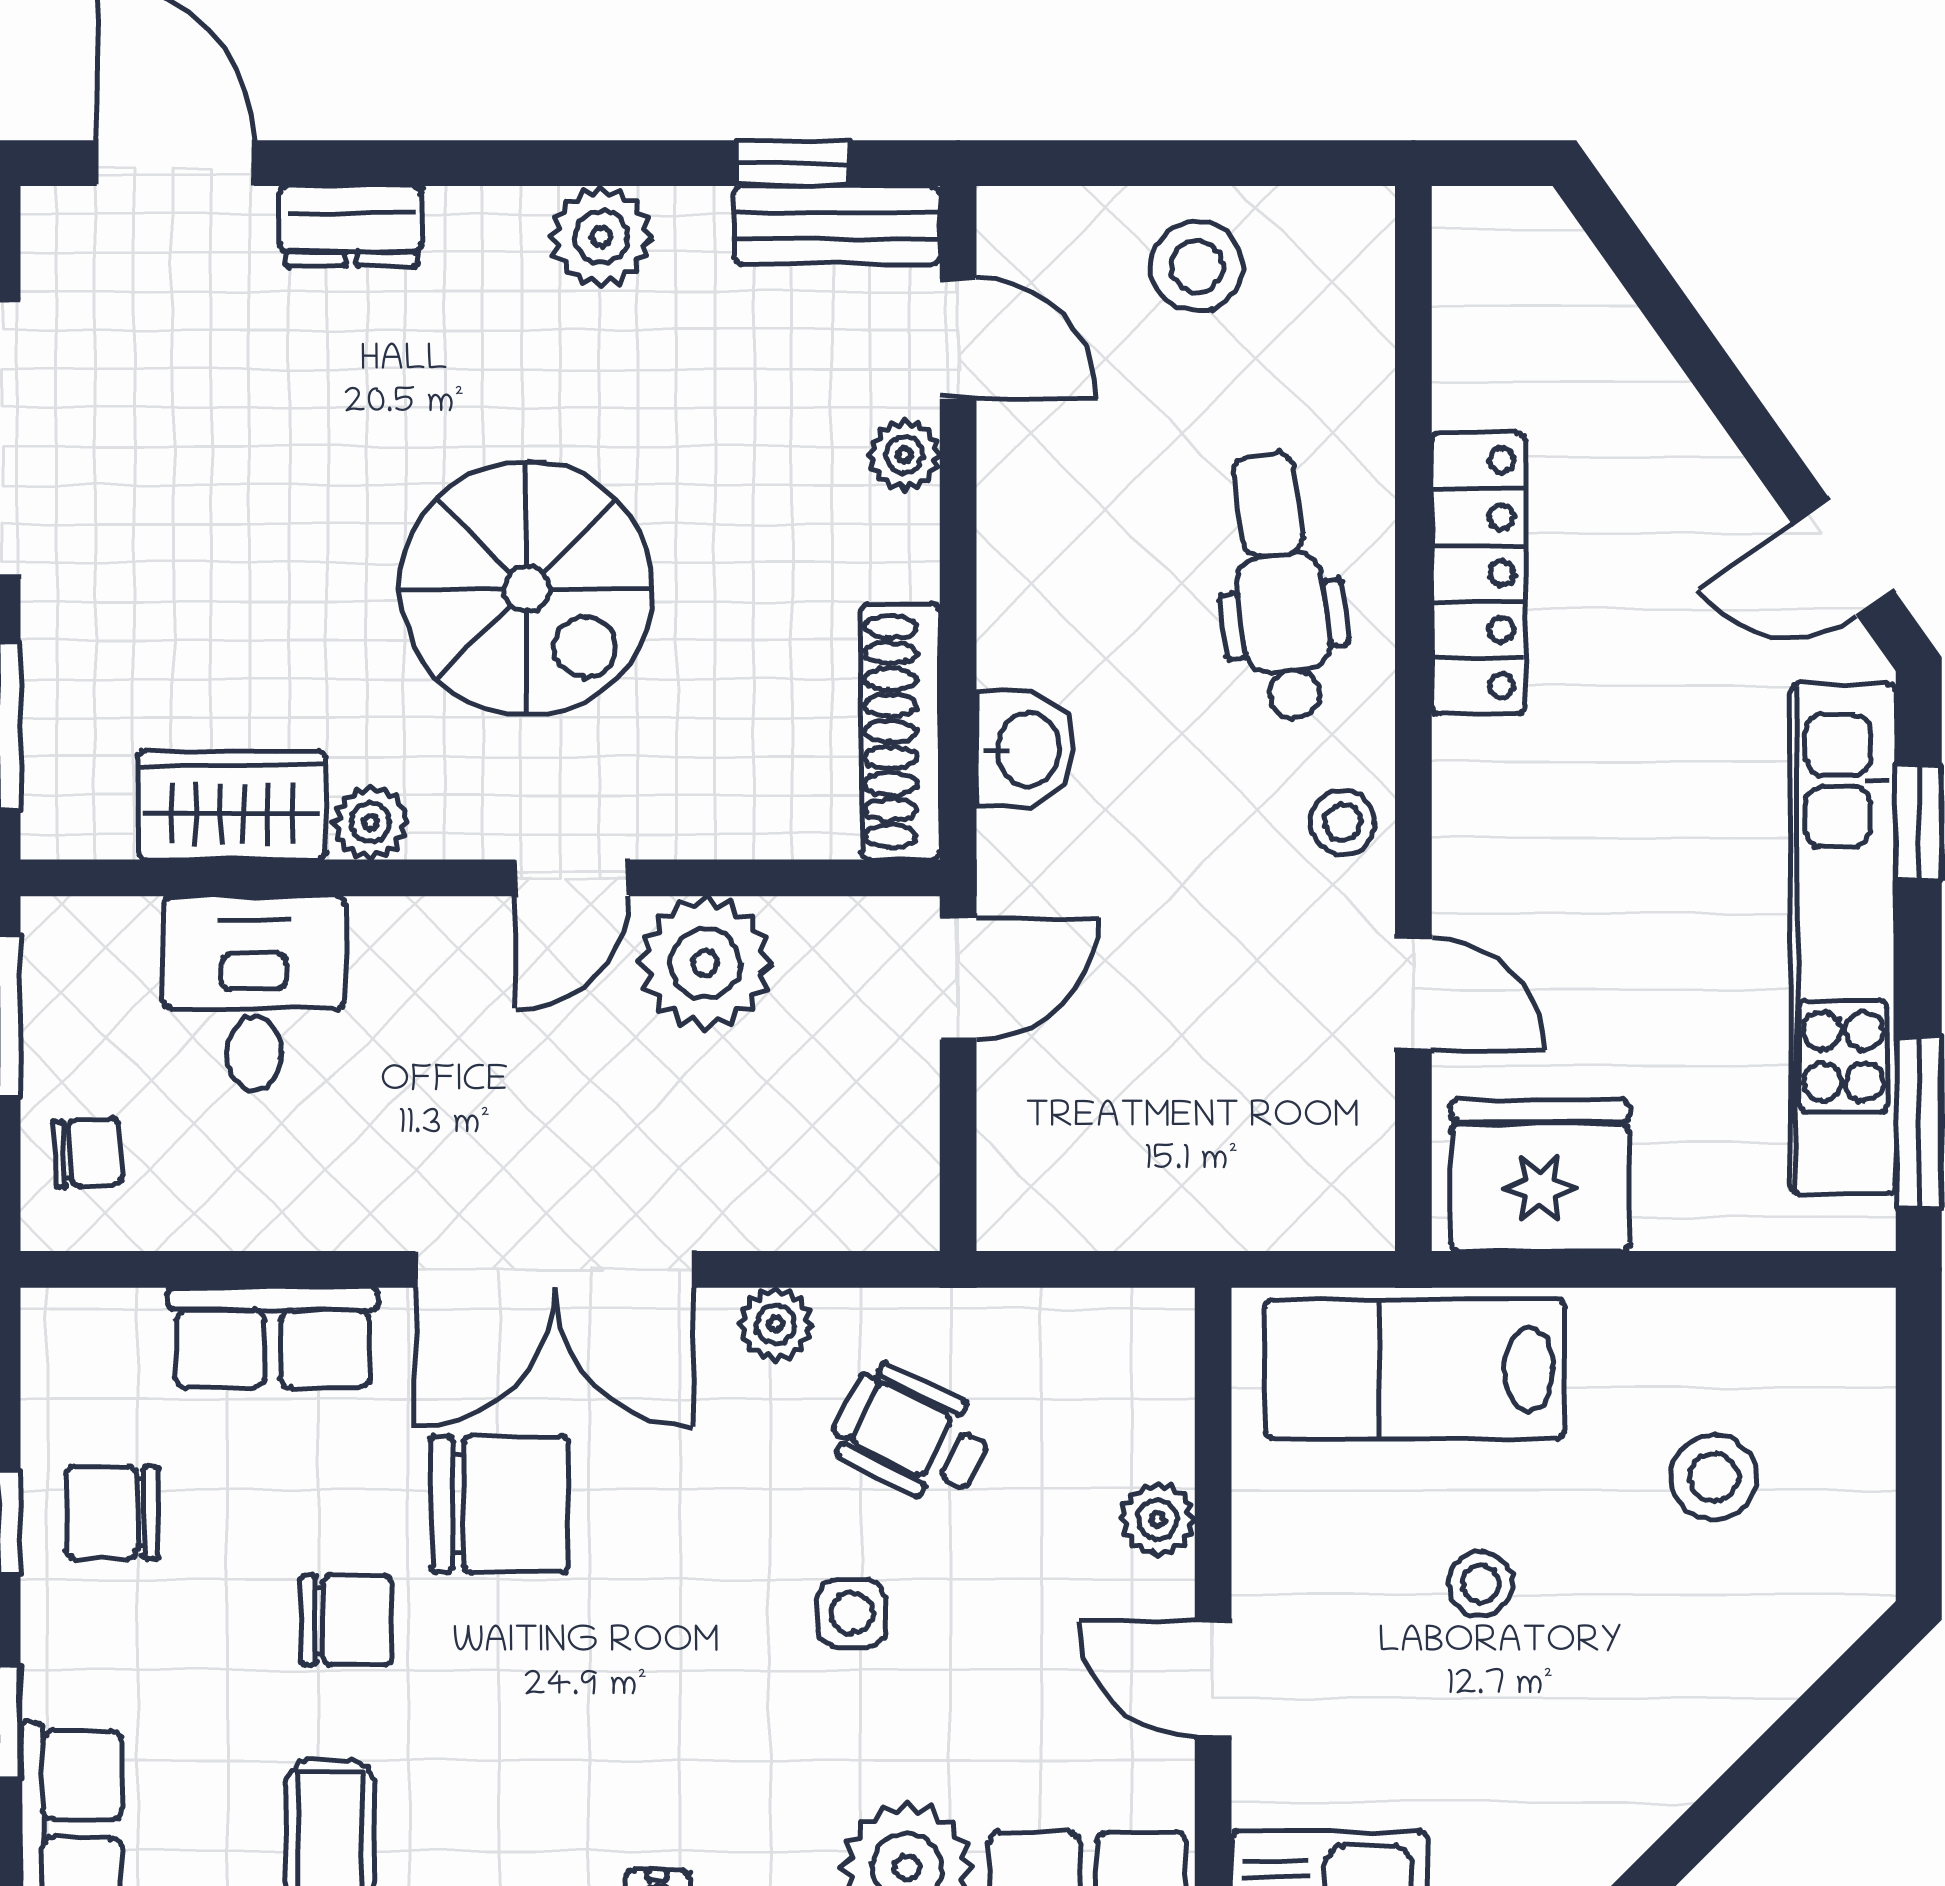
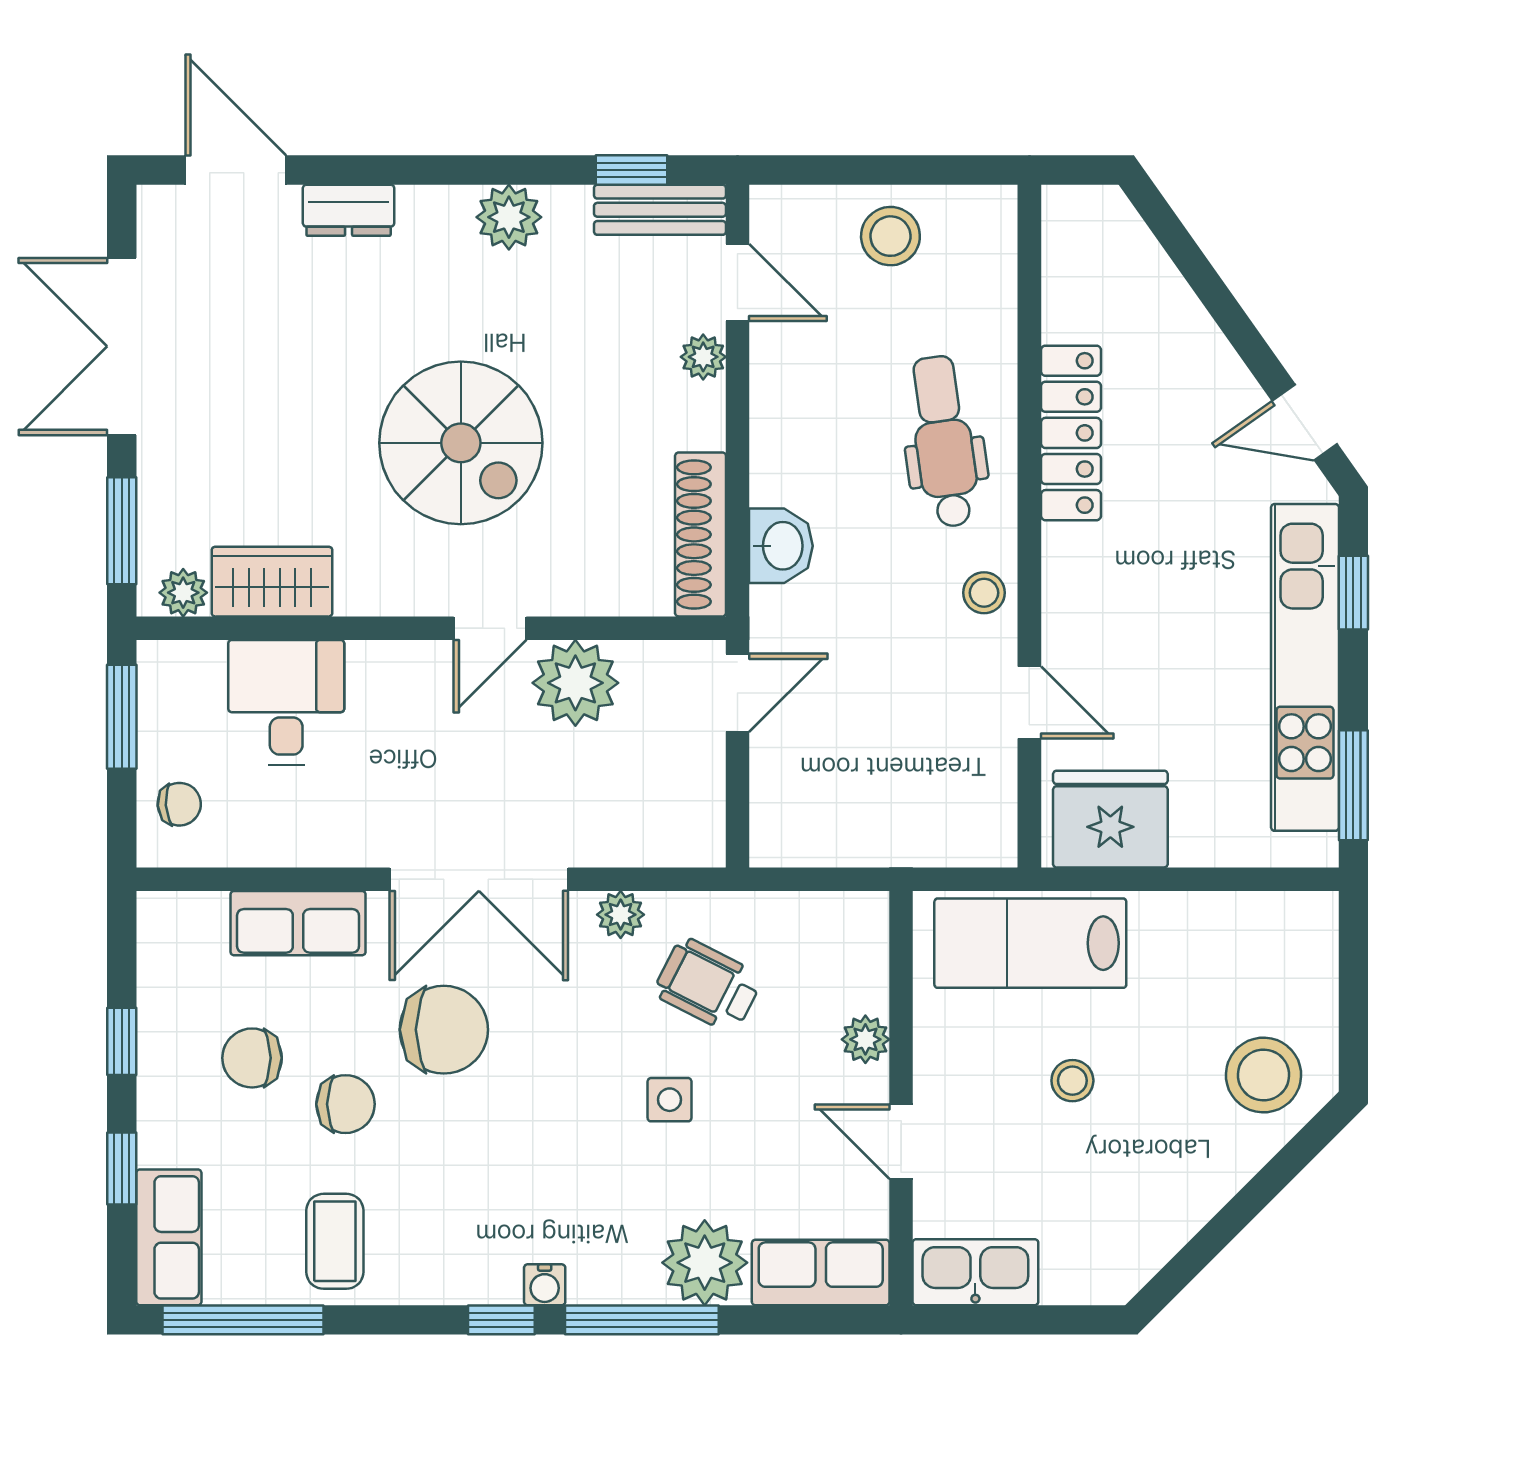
plant: (370, 822) -> (183, 593), moved
stool: (1714, 1477) -> (1264, 1075), moved, width x1.38, depth x1.38
chair: (112, 1513) -> (252, 1058), moved

